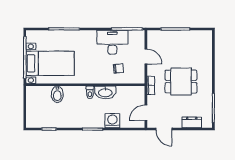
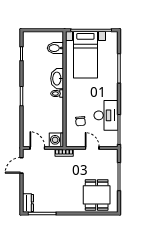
door: (146, 56) -> (92, 148), swing flipped
dining table: (181, 81) -> (97, 195), moved
washbasin: (105, 92) -> (57, 79), moved
bidet: (57, 94) -> (55, 48), moved
washing machine: (112, 121) -> (56, 140), moved, turned 180
dresser: (192, 122) -> (28, 203), moved

